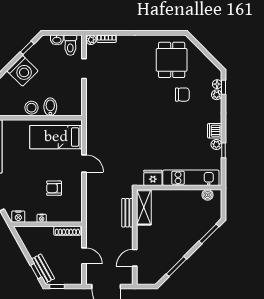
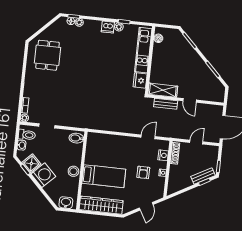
shower: (35, 54) -> (31, 163), added
dining table: (172, 60) -> (47, 55), turned 90
chair: (182, 95) -> (76, 50), removed
bidet: (50, 107) -> (76, 138), moved
bed: (56, 137) -> (104, 176), moved, turned -90
door: (84, 164) -> (148, 137), moved
armchair: (54, 188) -> (143, 172), moved
nightstand: (18, 217) -> (163, 155), moved
door: (135, 258) -> (190, 100), moved

